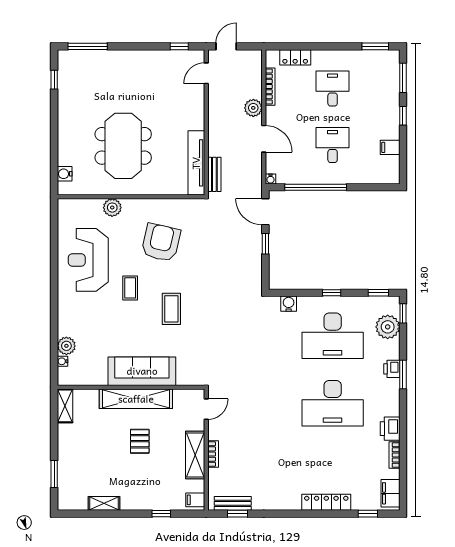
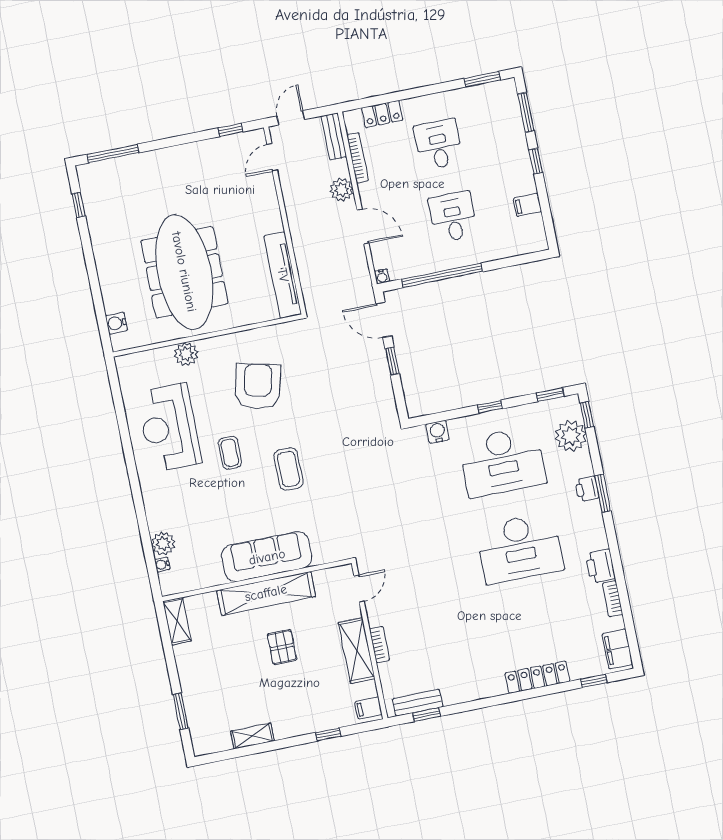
meeting table: (123, 146) -> (184, 272), width x1.36
bench: (214, 174) -> (334, 136), moved

